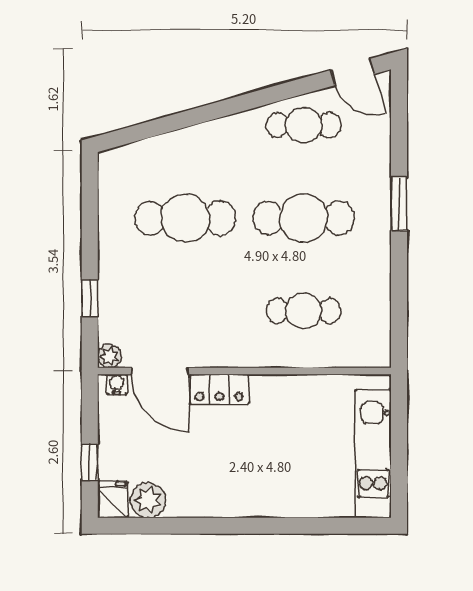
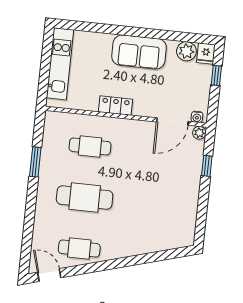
window: (399, 204) -> (35, 162), moved
cafe table: (185, 218) -> (150, 204), removed
door: (160, 371) -> (172, 122), swing flipped
locker: (219, 389) -> (116, 106), moved
sofa: (233, 490) -> (139, 52), added

